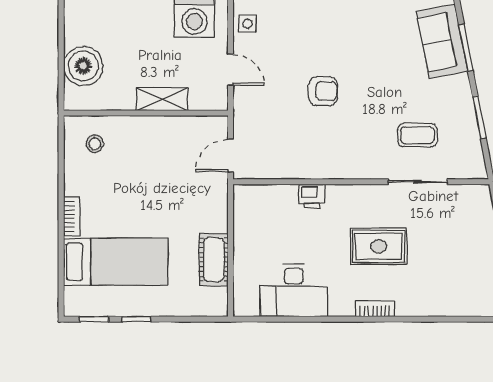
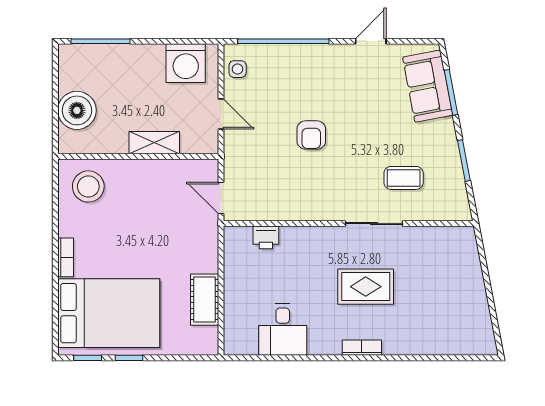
armchair: (323, 91) -> (311, 135), turned 90
stool: (95, 144) -> (88, 186), width x1.89, depth x1.89
door: (231, 156) -> (221, 198), hinge flipped
sliding door: (418, 182) -> (374, 224), moved
printer: (312, 196) -> (266, 237), moved
bed: (116, 262) -> (109, 313), width x1.50
desk: (294, 290) -> (283, 330), width x0.73

